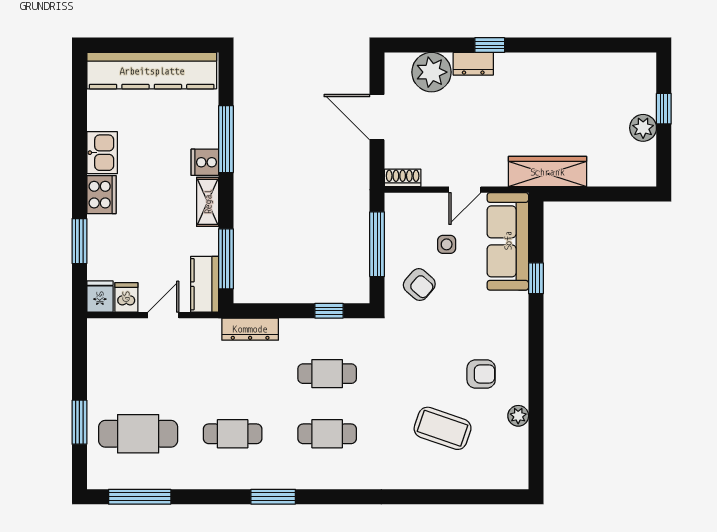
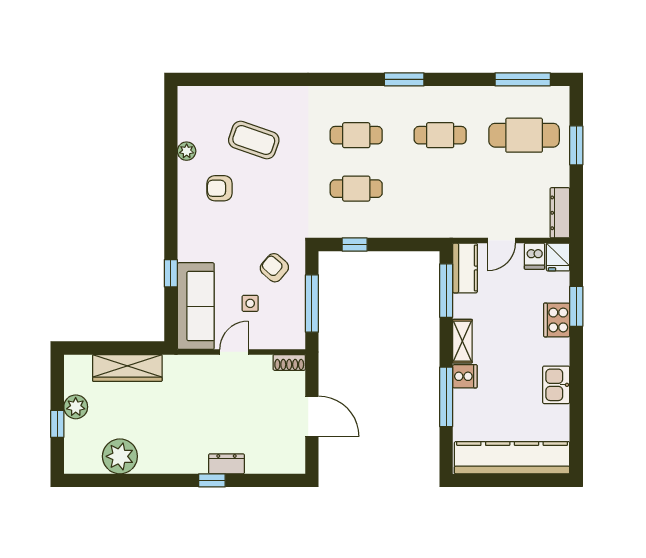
plant: (432, 72) -> (120, 456), moved
wardrobe: (547, 172) -> (127, 368), moved
cooker: (101, 195) -> (557, 320), moved
dresser: (250, 329) -> (560, 213), moved, turned -90

